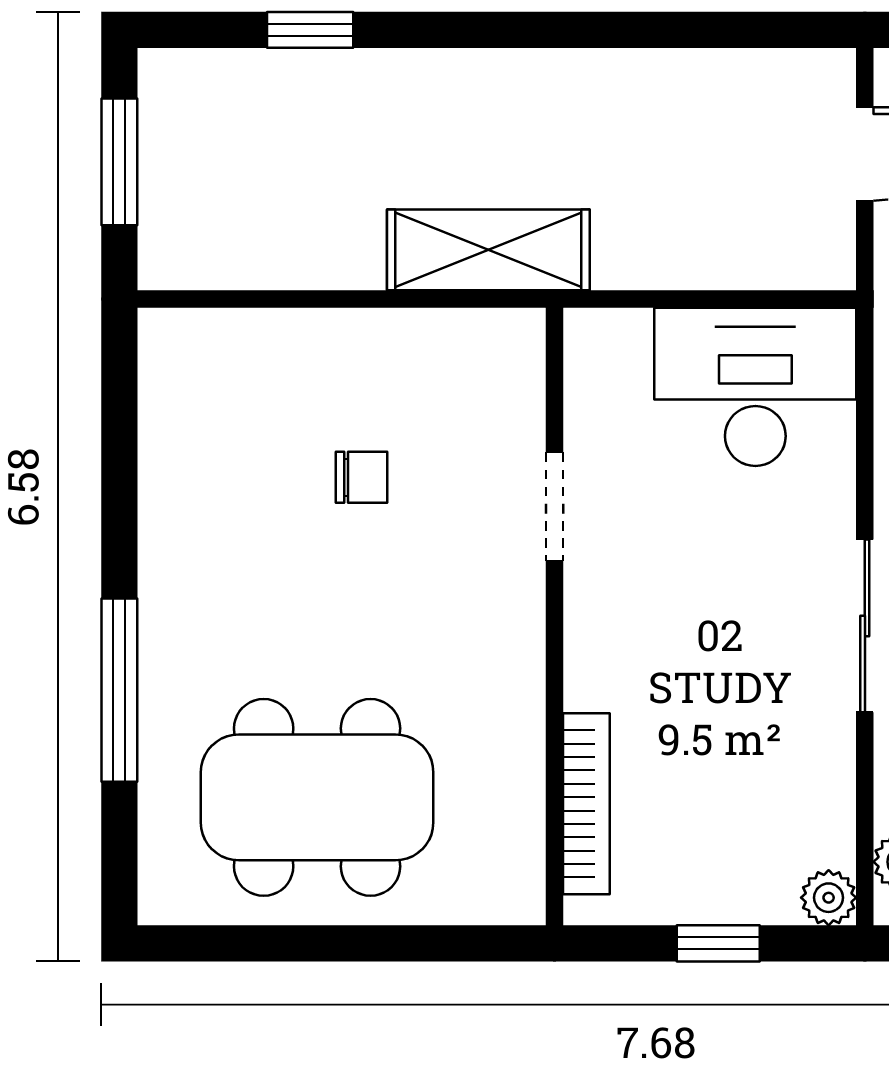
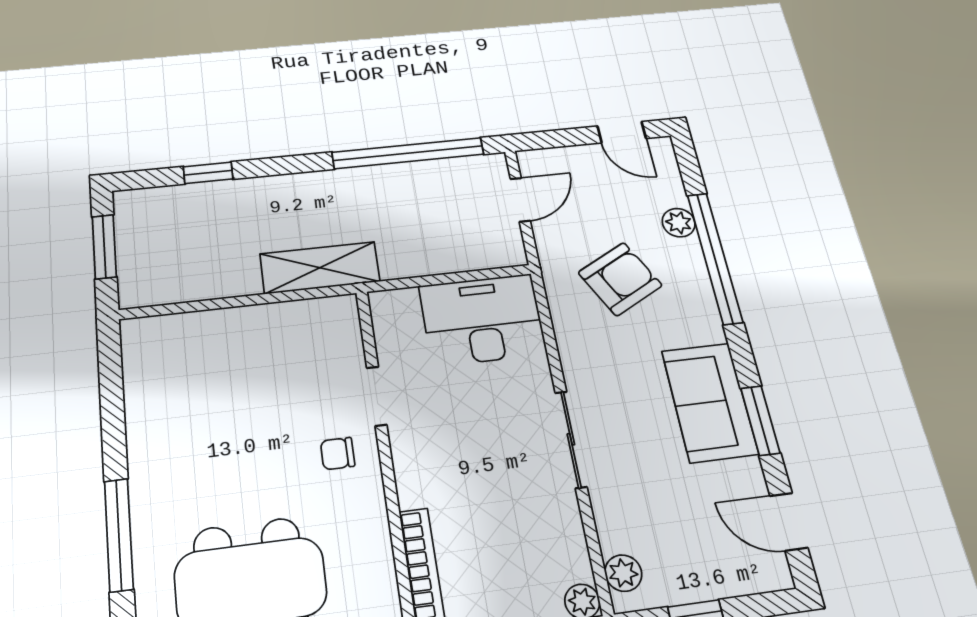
window: (676, 30) -> (408, 153), added
chair: (361, 477) -> (338, 454), moved, turned 180

